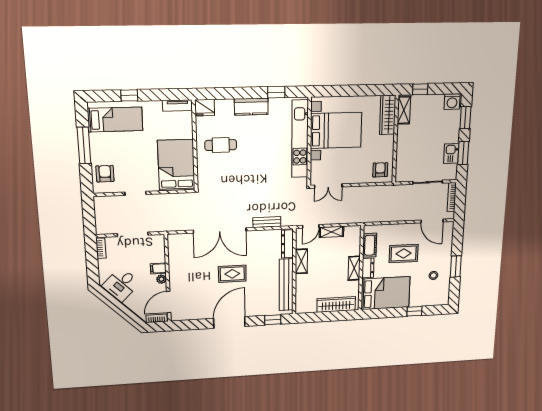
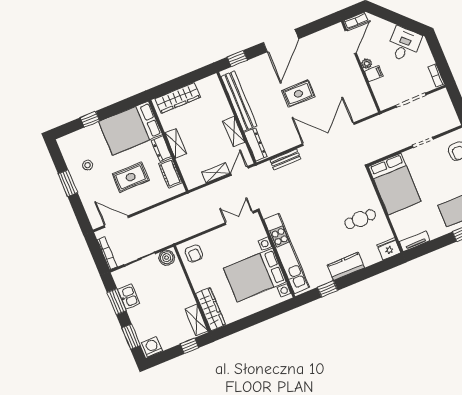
boiler: (405, 175) -> (167, 258), added

